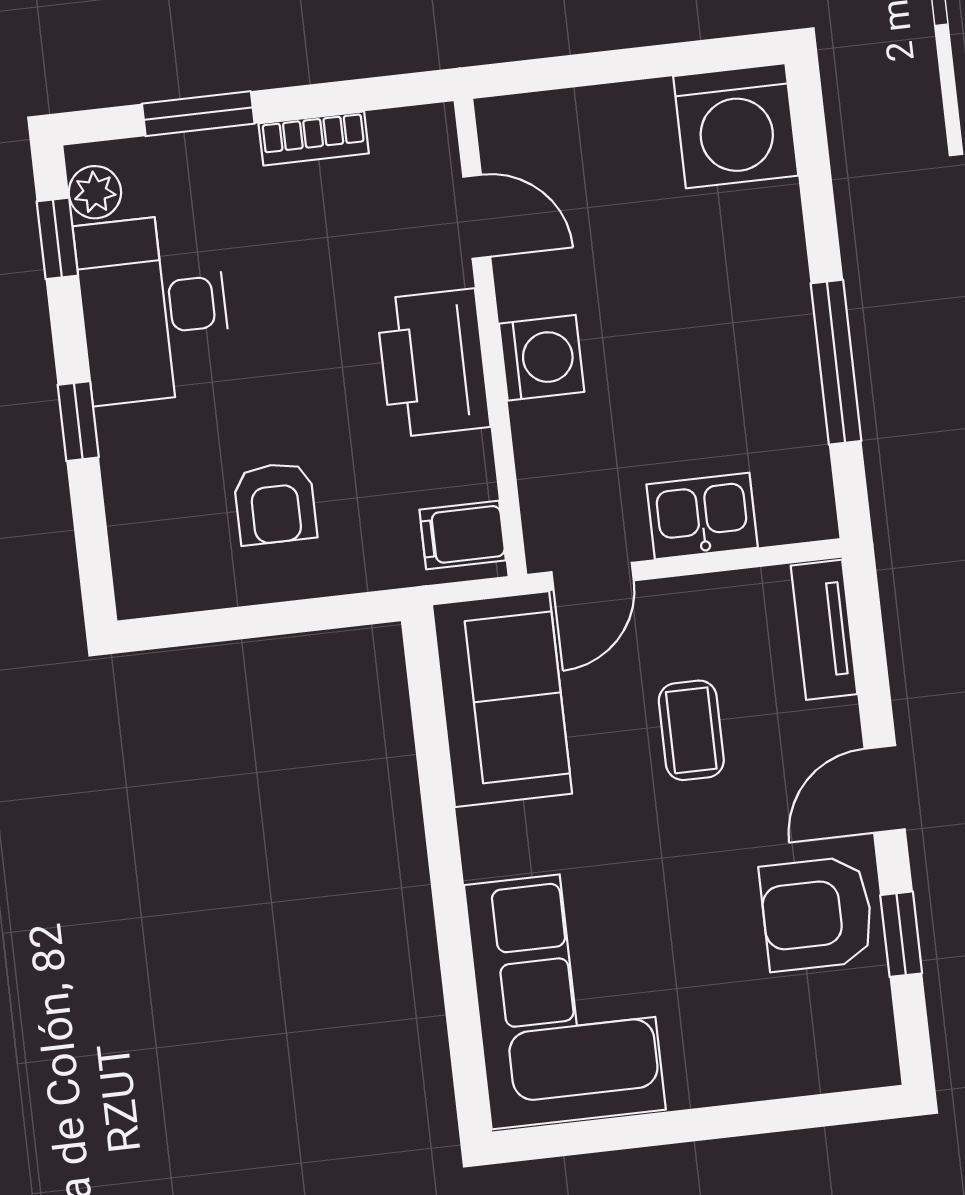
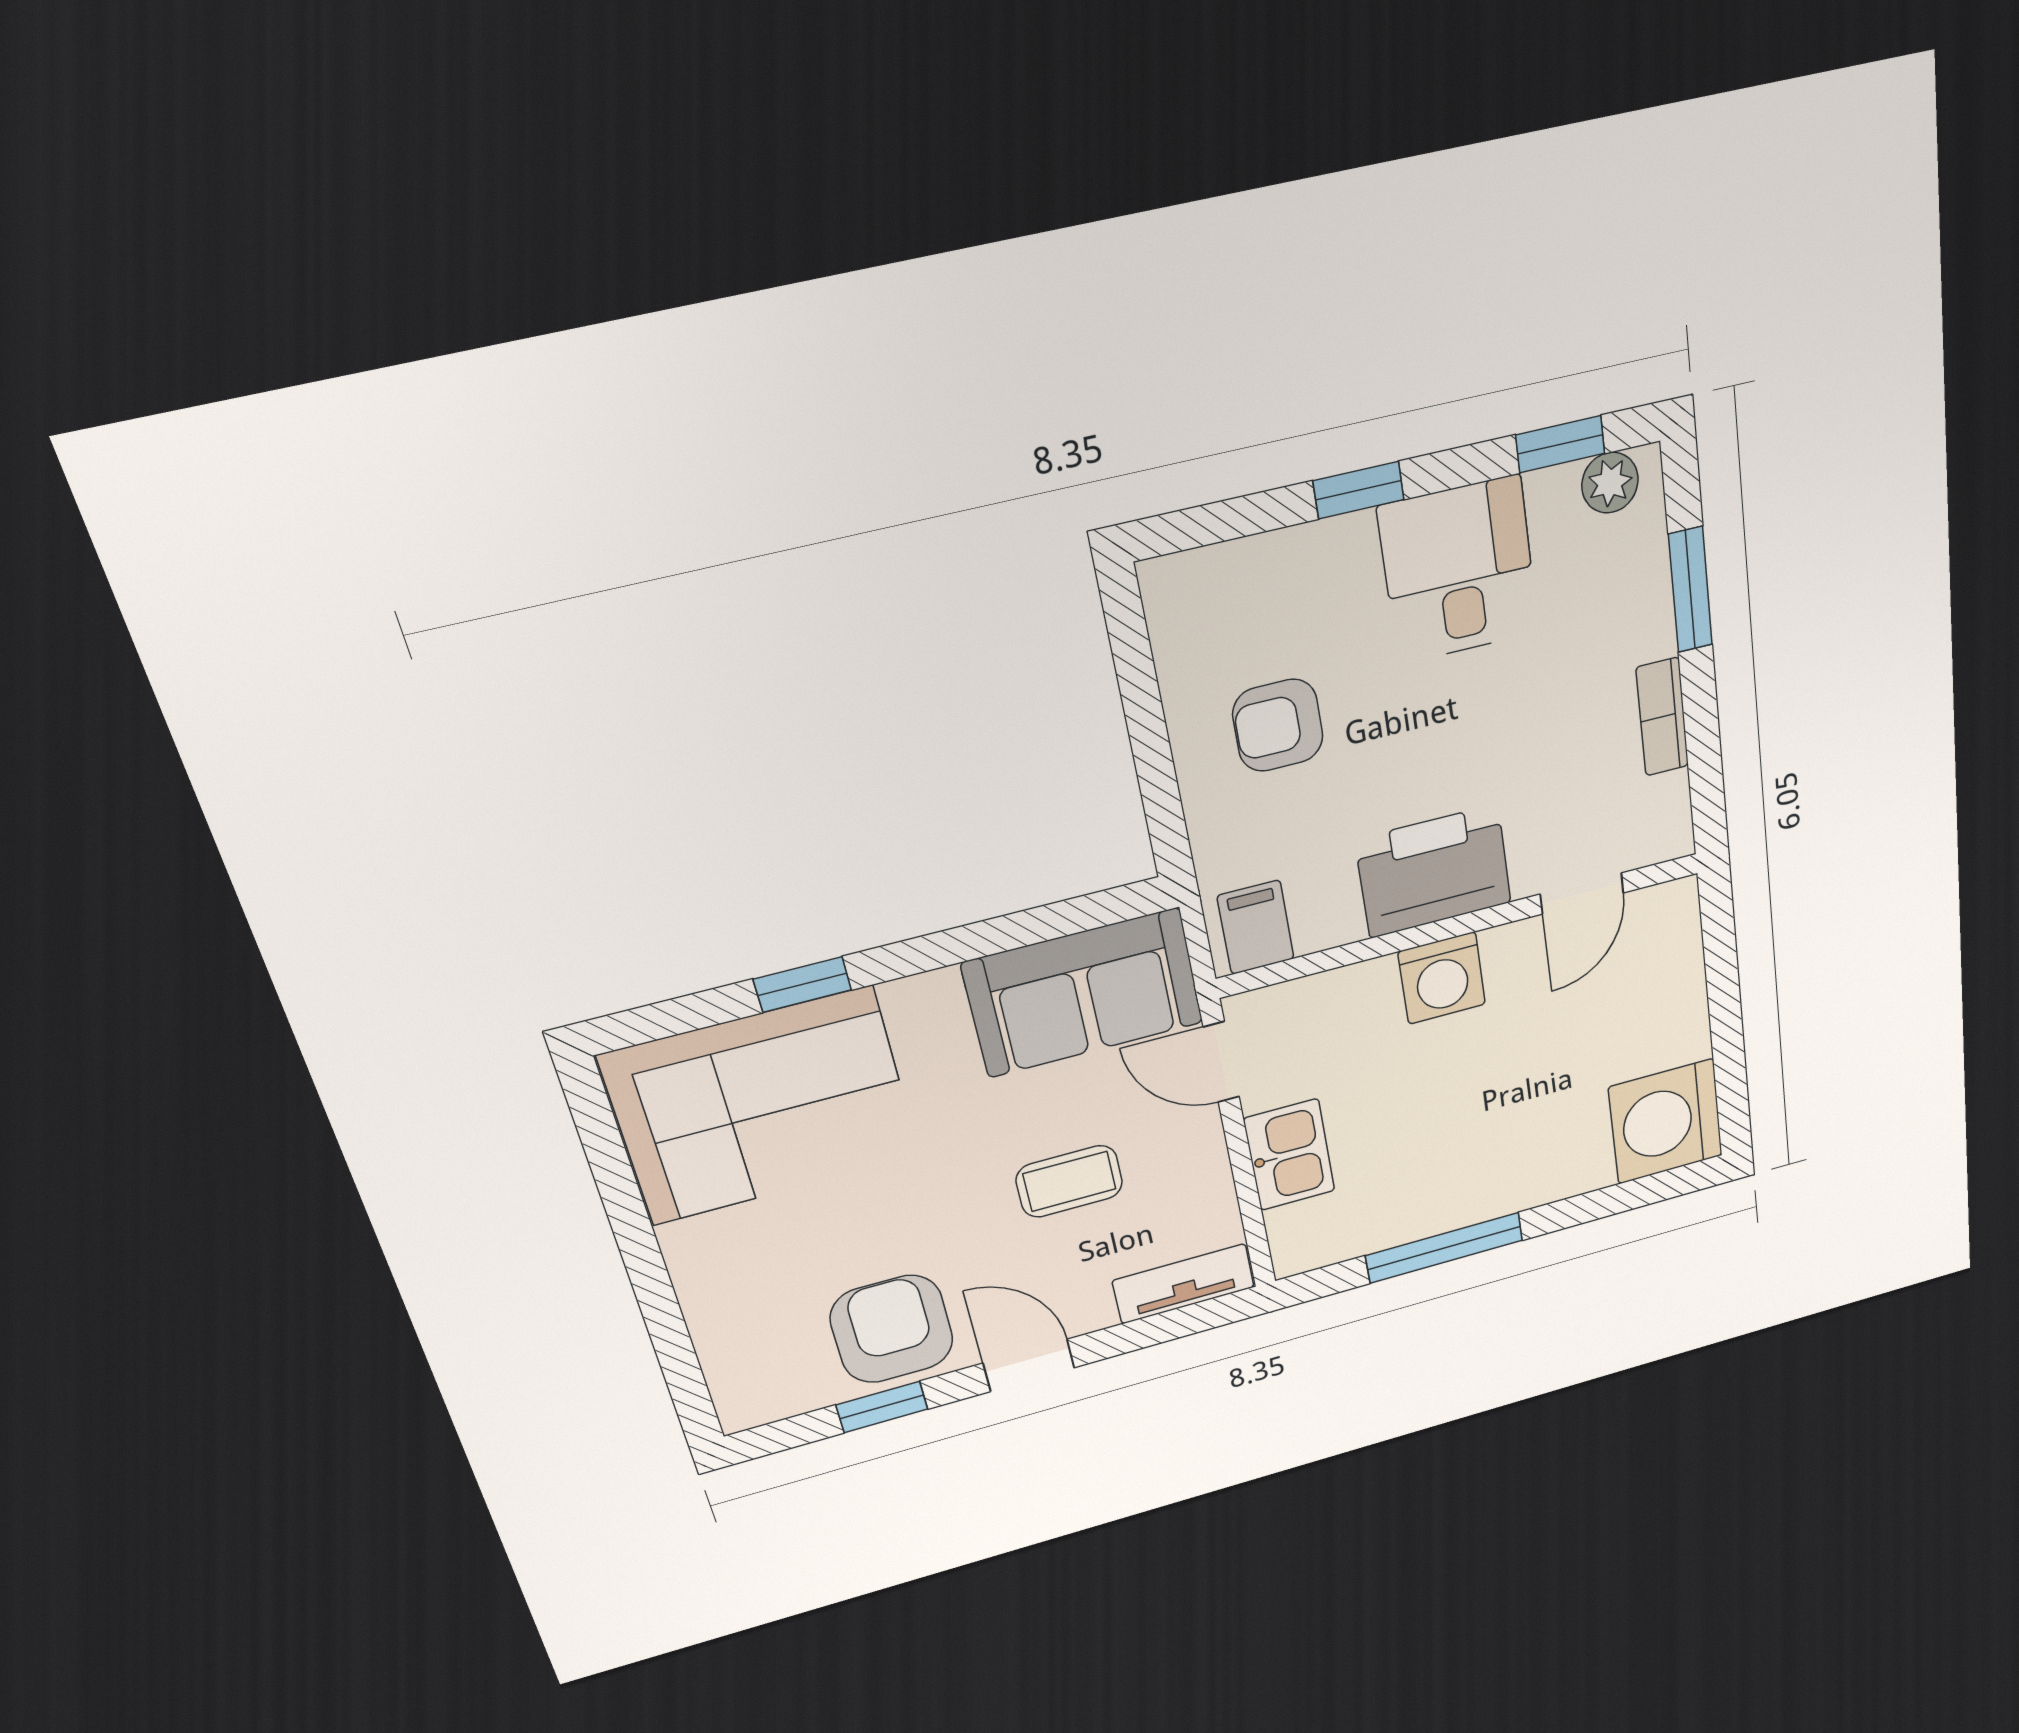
desk: (153, 308) -> (1459, 570), width x0.73
window: (454, 946) -> (802, 985), added

